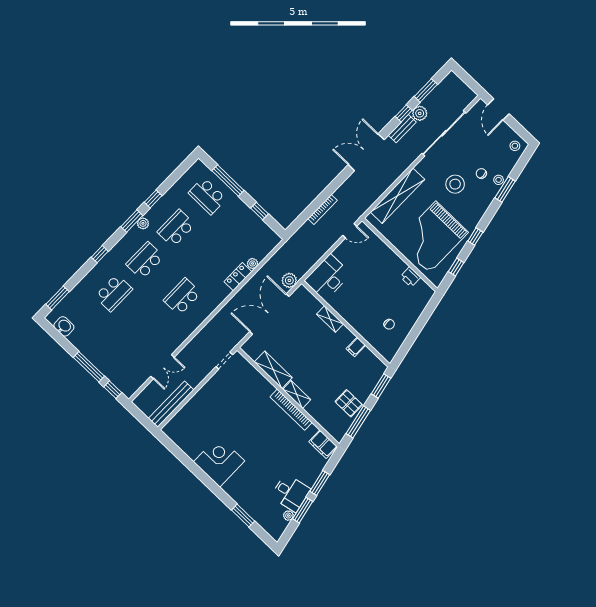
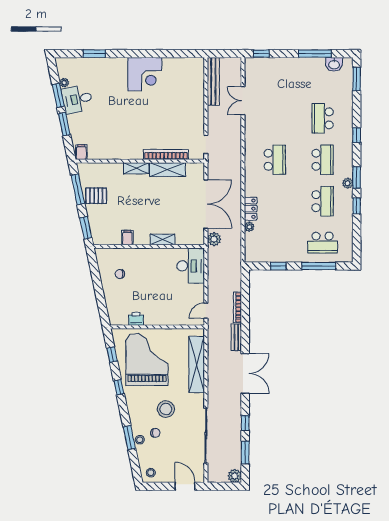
plant: (420, 113) -> (235, 476), moved
bench: (402, 129) -> (236, 337), moved
school desk: (207, 196) -> (323, 243), turned 180
window: (89, 367) -> (315, 54), moved
bookcase: (291, 410) -> (166, 154), moved
filing cabinet: (323, 444) -> (81, 152), width x0.50

